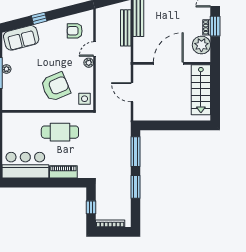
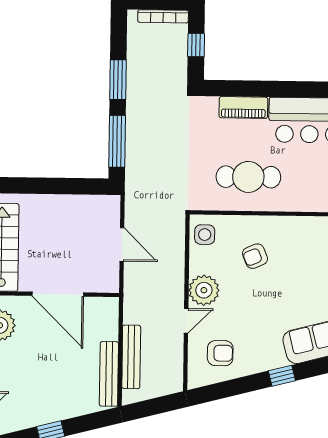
plant: (89, 63) -> (204, 290), width x1.88, depth x1.88
door: (168, 63) -> (58, 294), hinge flipped
armchair: (56, 87) -> (255, 256), width x0.53, depth x0.53

